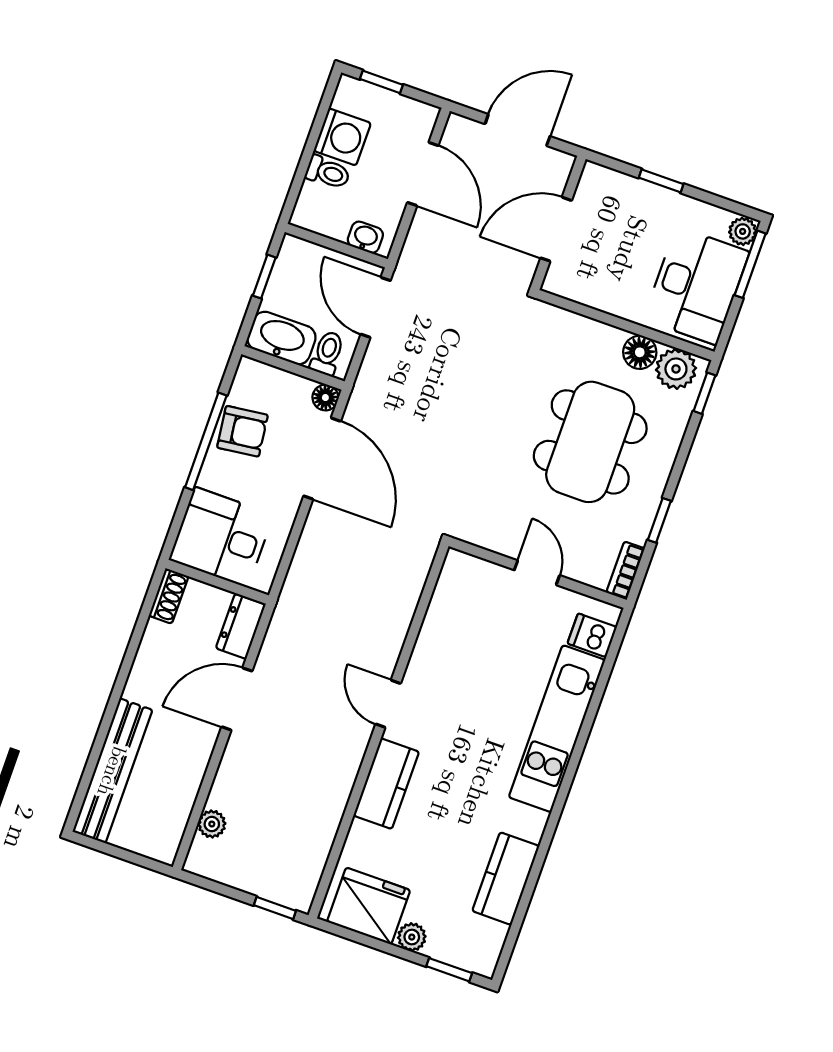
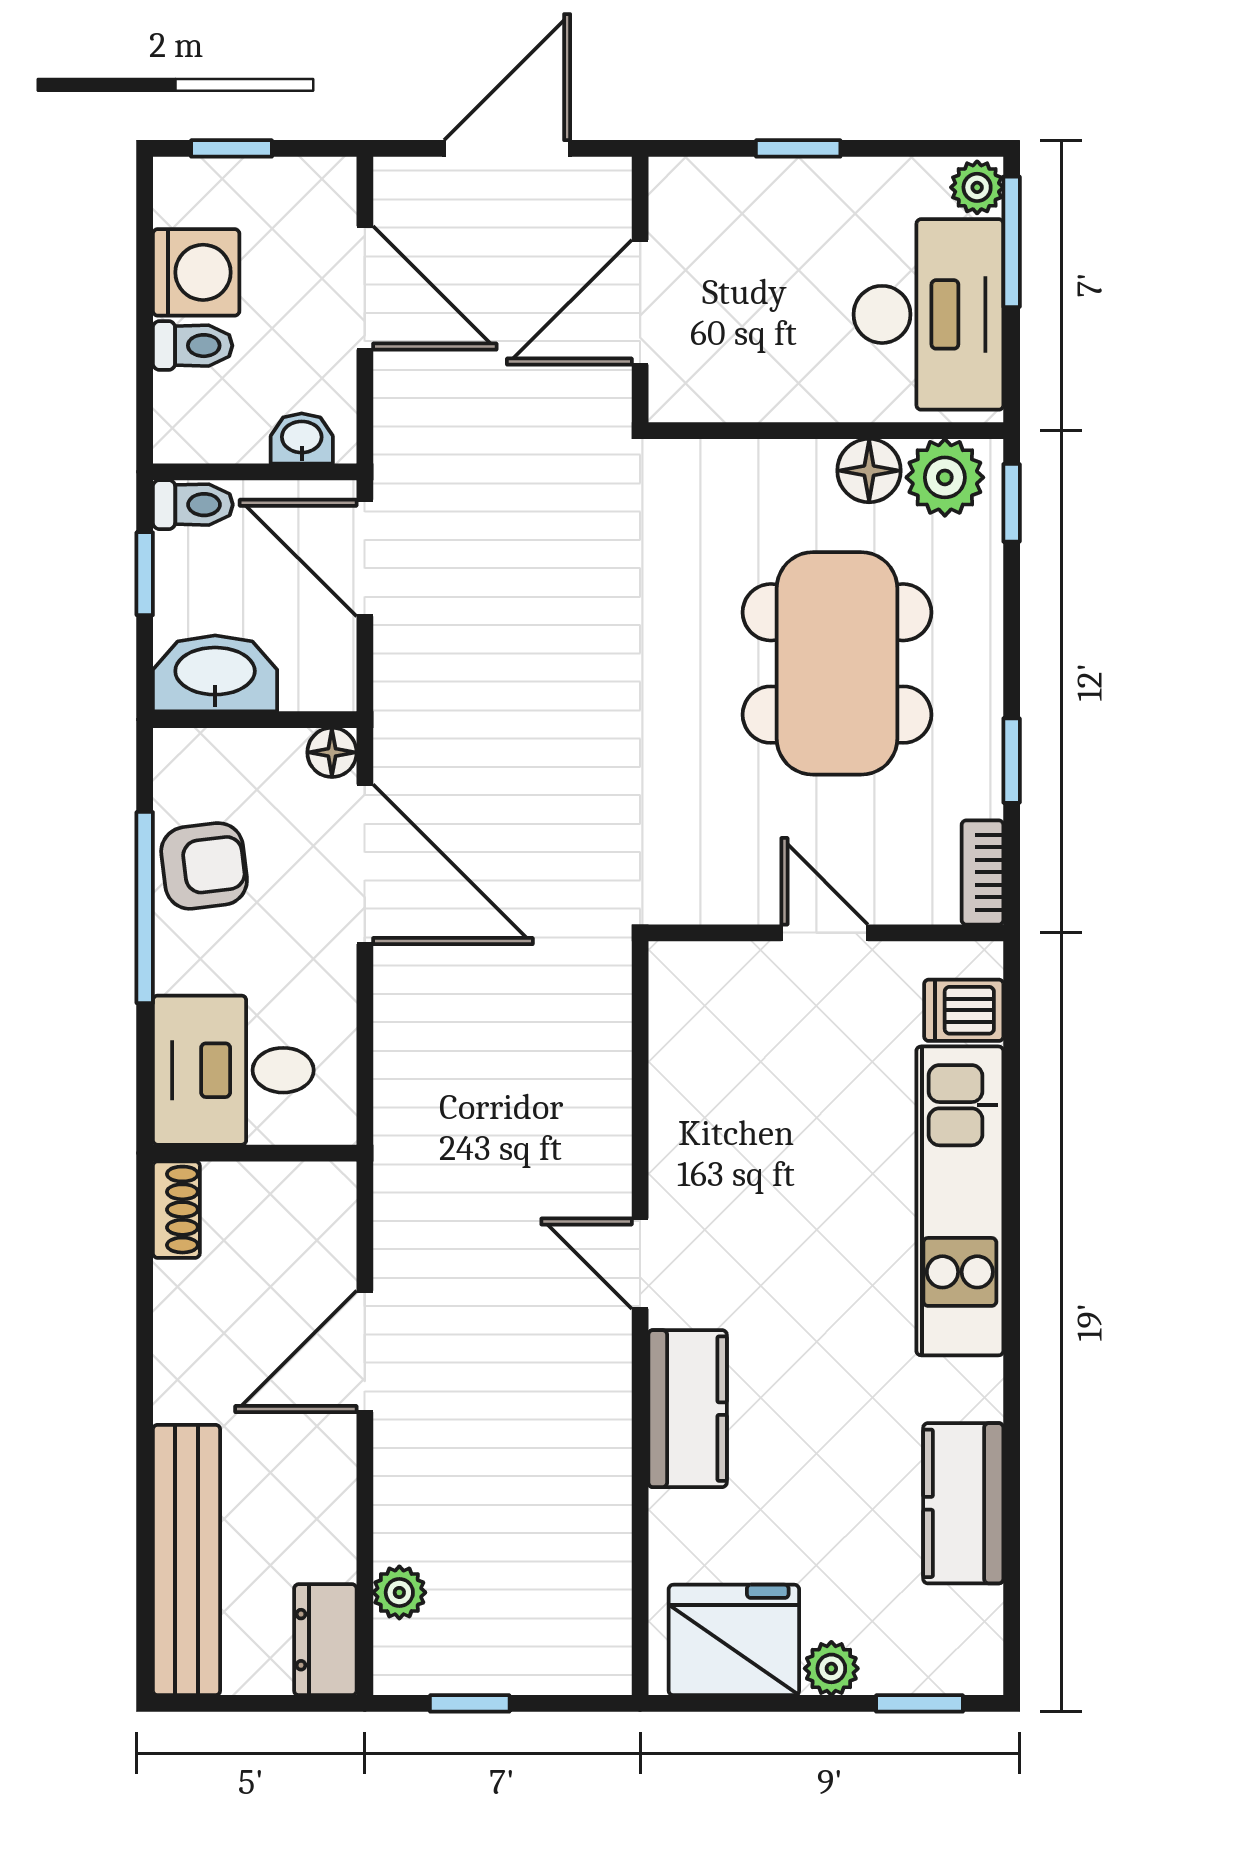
toilet: (327, 353) -> (193, 505), moved, turned 90
dresser: (241, 626) -> (325, 1640), moved
window: (275, 908) -> (470, 1703), moved

